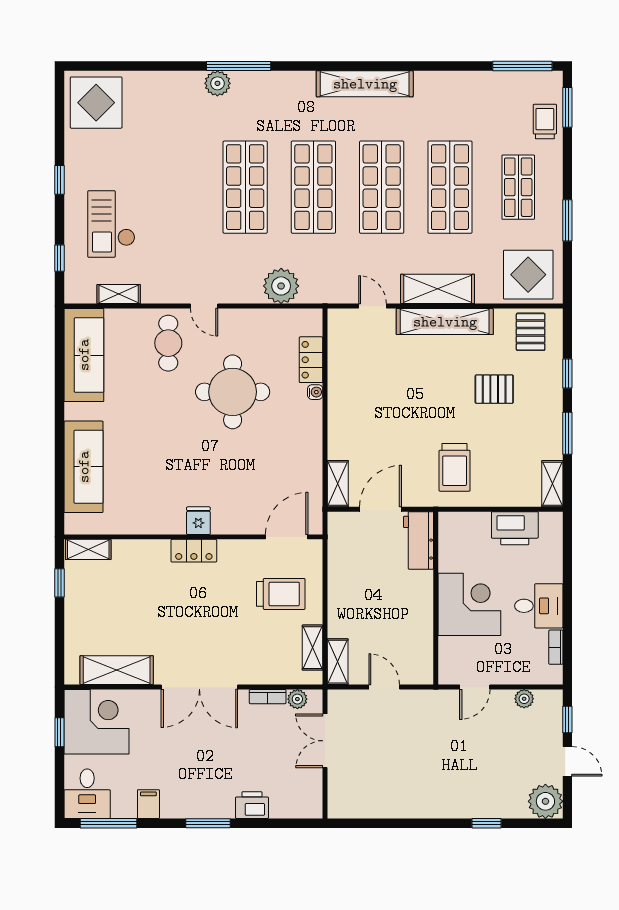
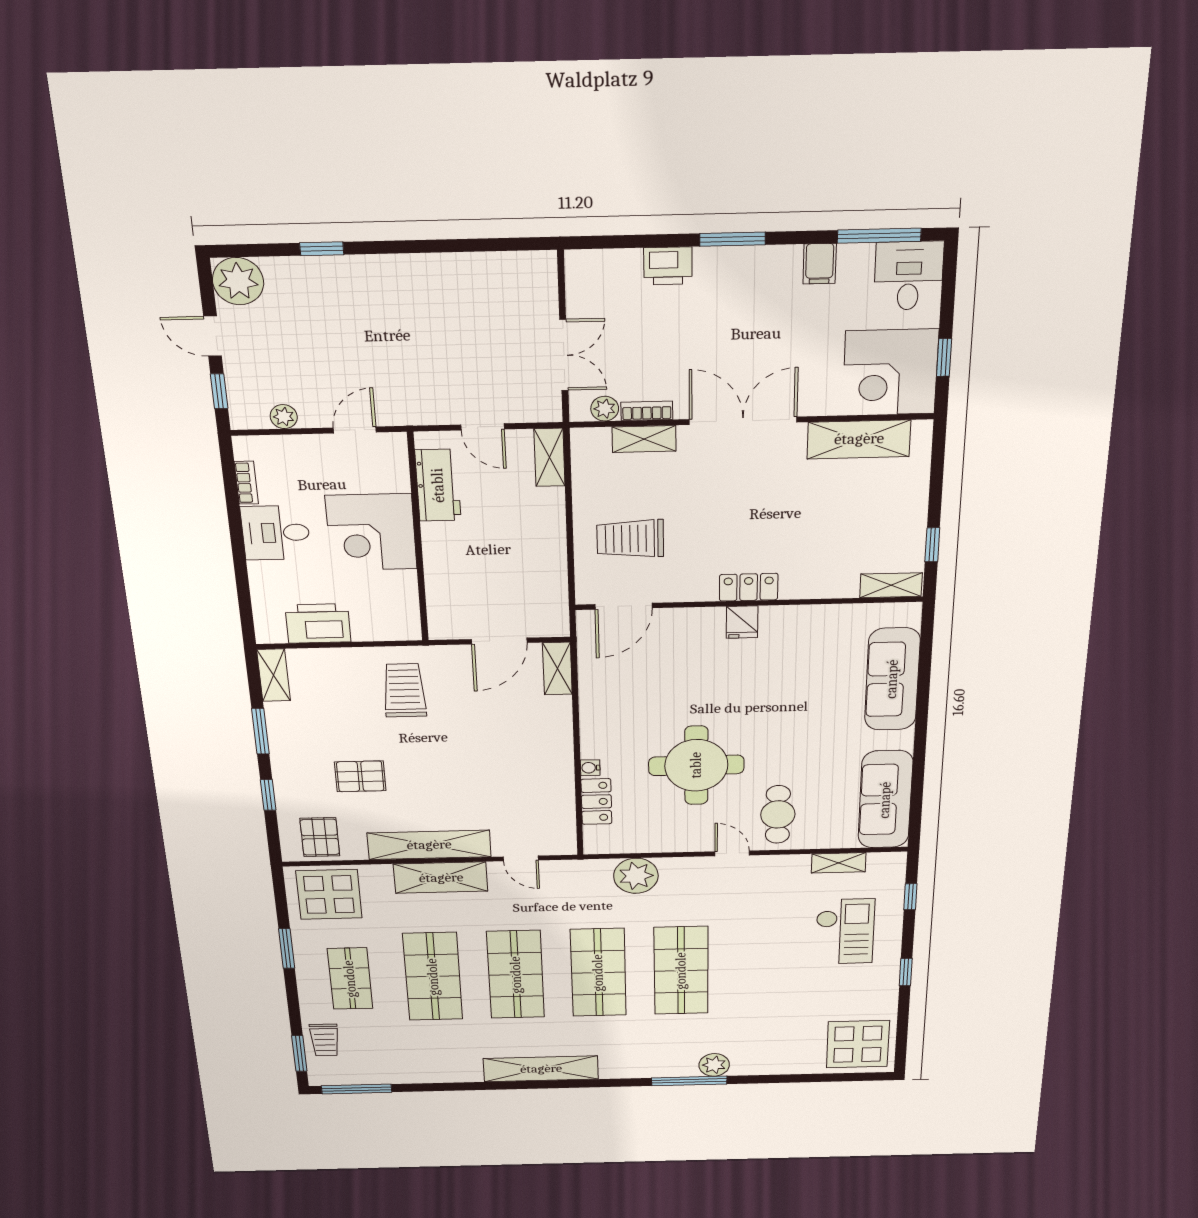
workbench: (419, 540) -> (438, 485), moved
shelving: (312, 648) -> (644, 439), moved, turned 90

